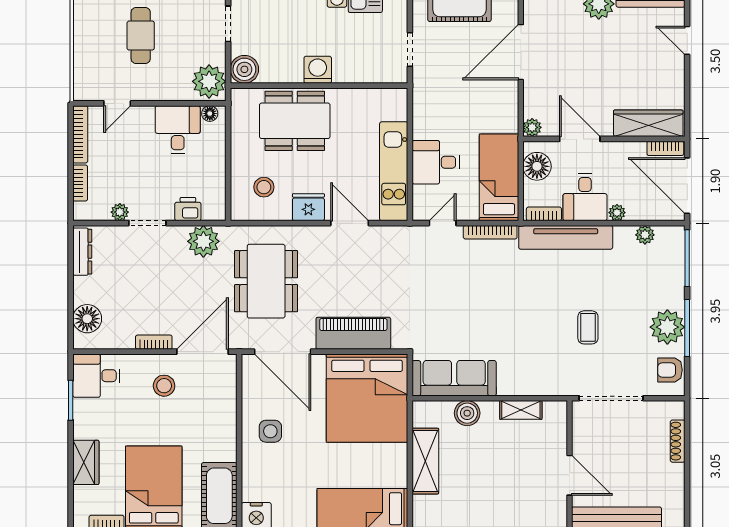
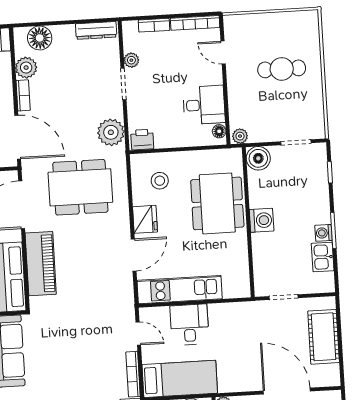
plant: (209, 81) -> (240, 136), width x0.53, depth x0.53
printer: (188, 209) -> (142, 140), moved, turned -90
plant: (121, 337) -> (26, 68), added

